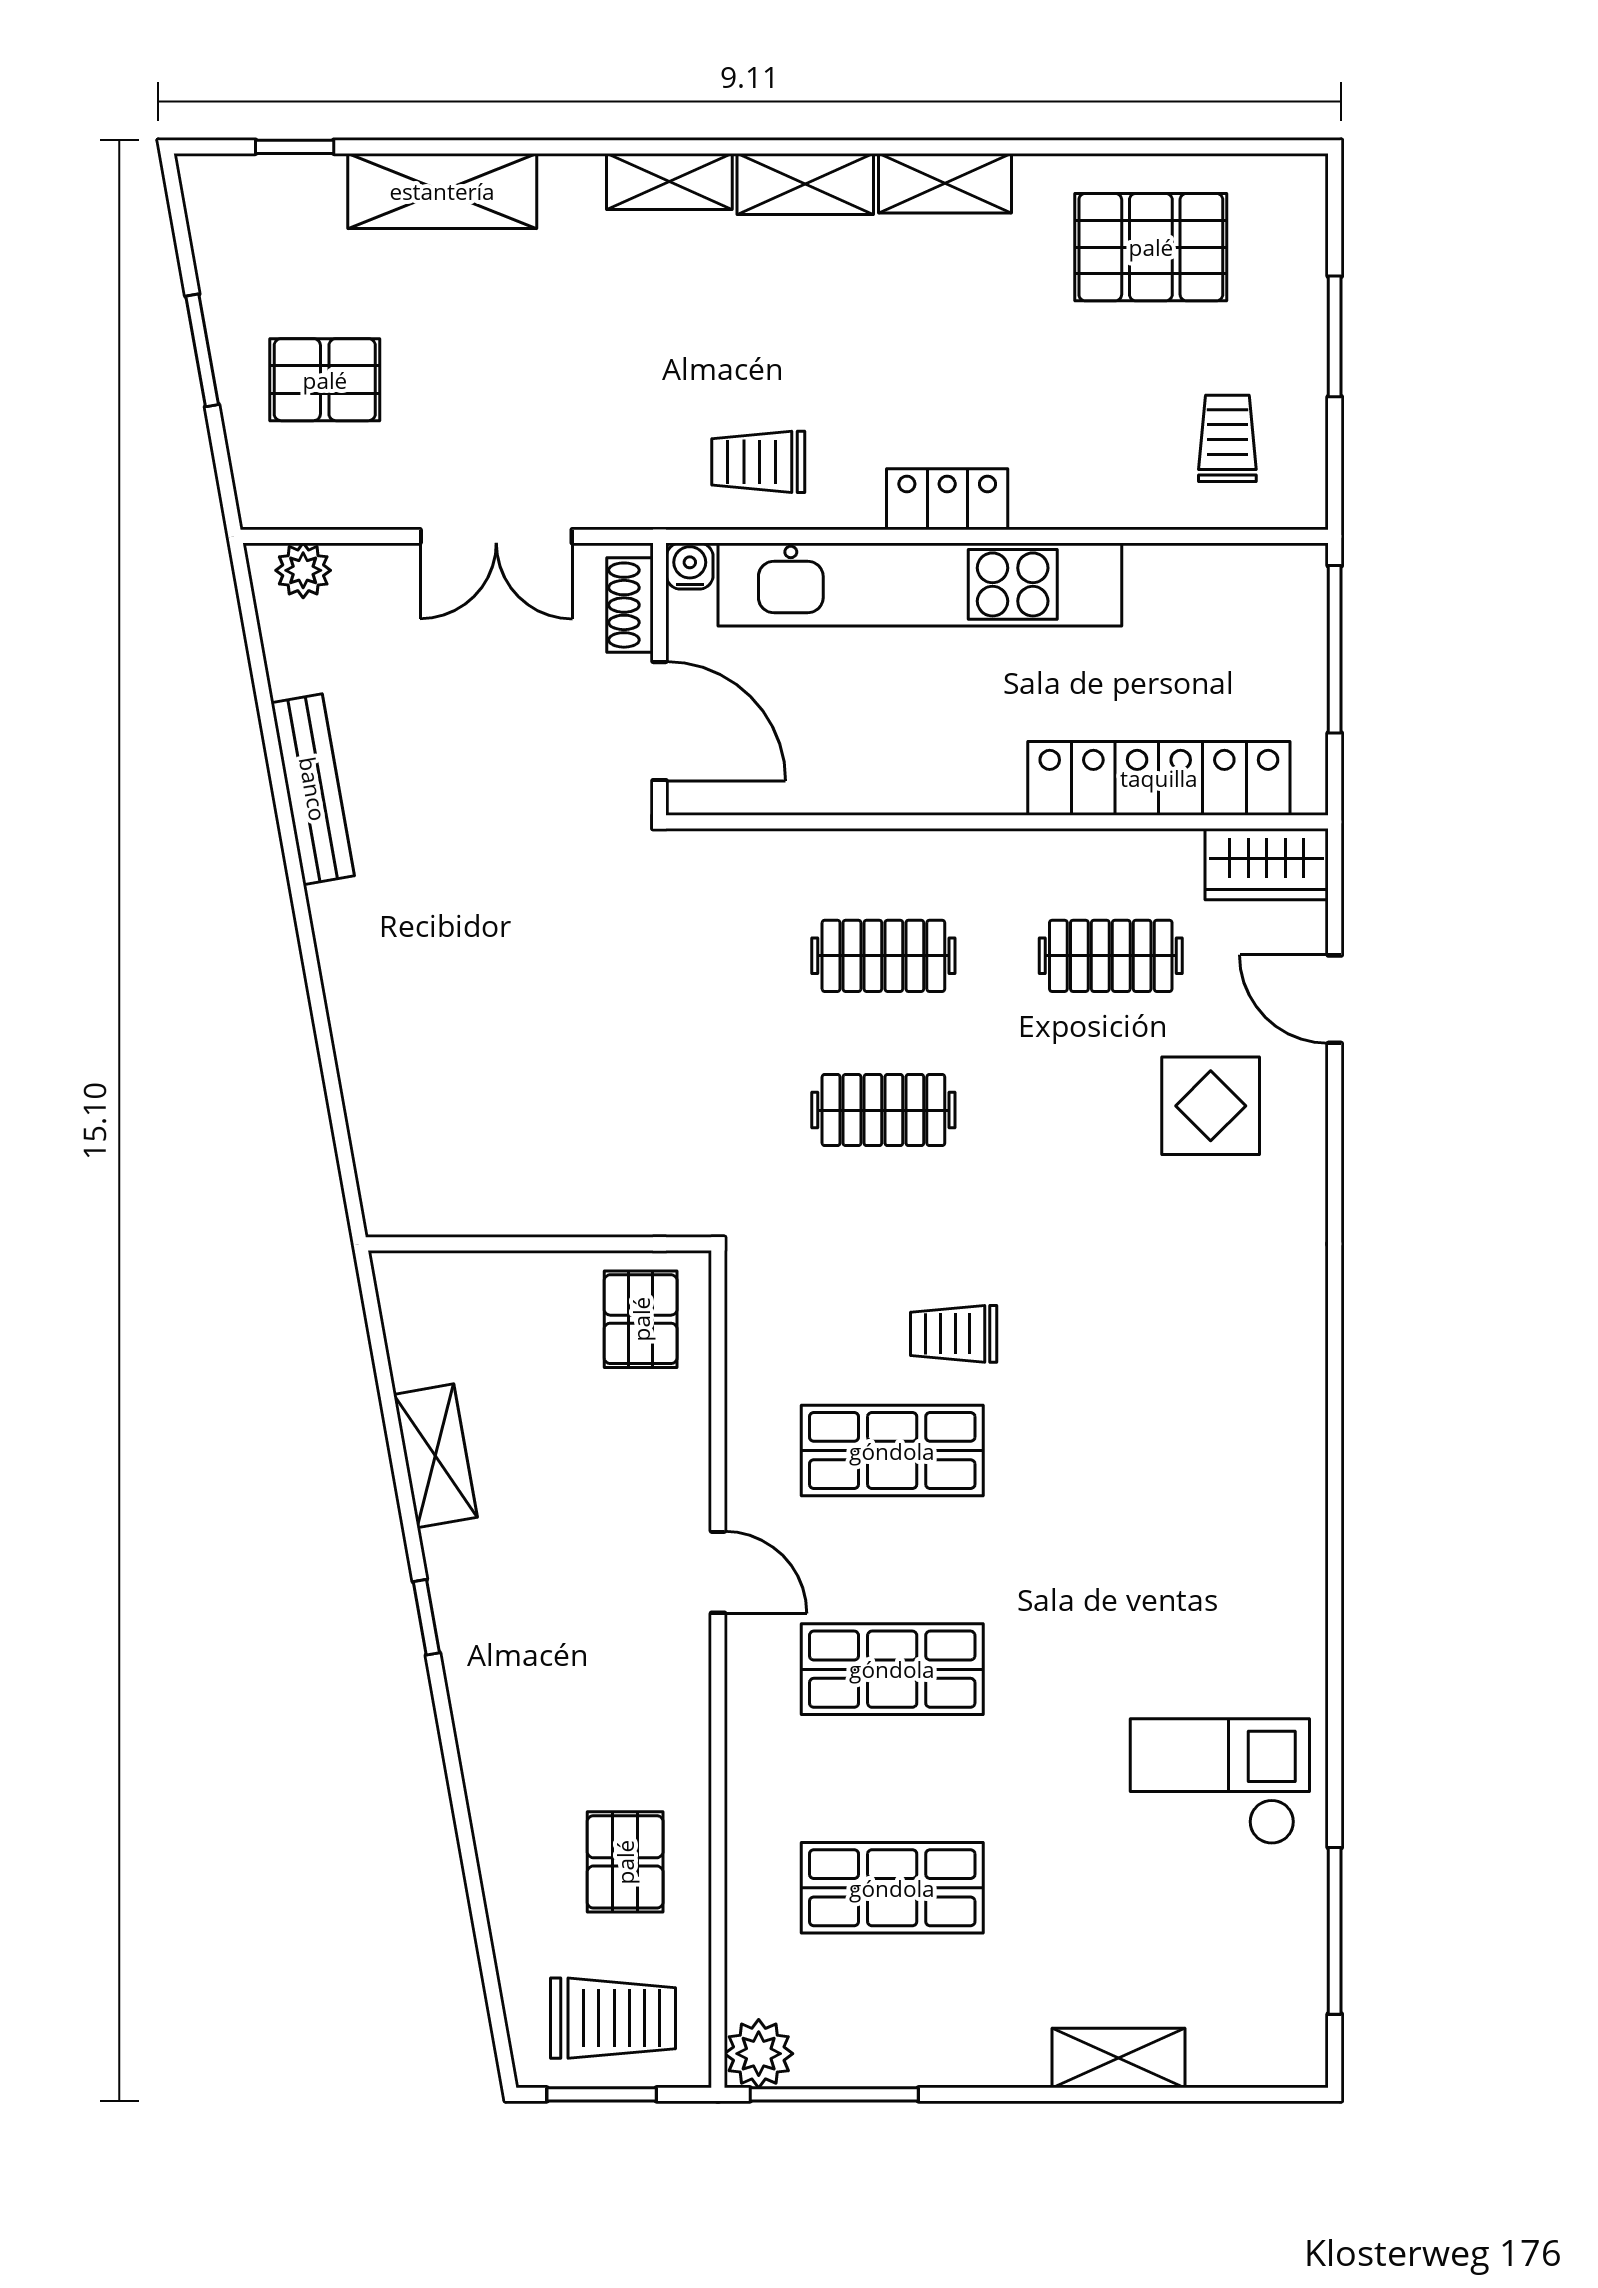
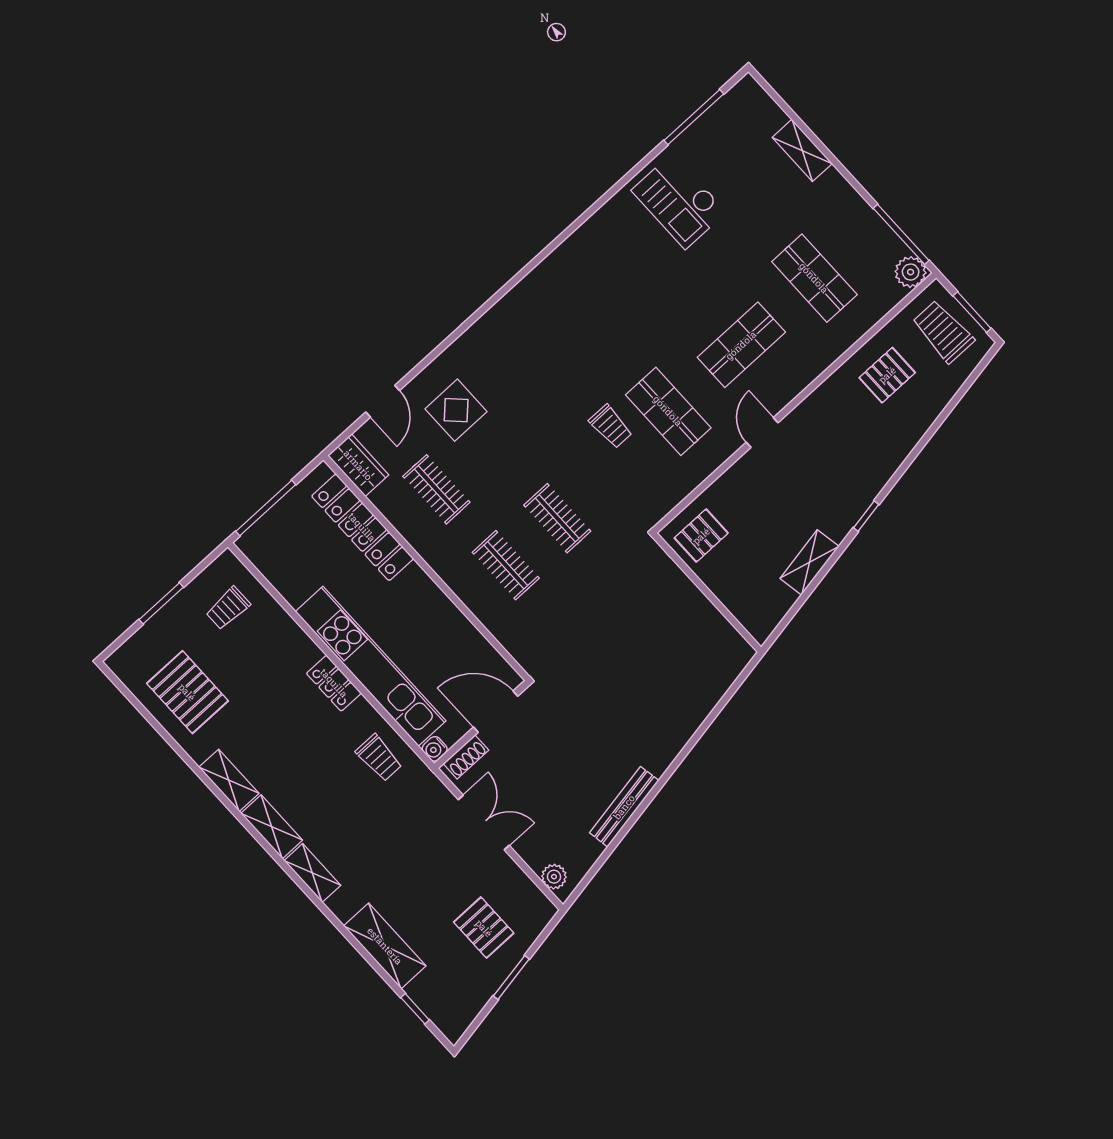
door: (659, 721) -> (496, 712), hinge flipped
shop shelf: (892, 1669) -> (741, 345), turned 90

